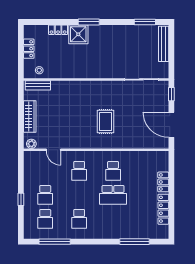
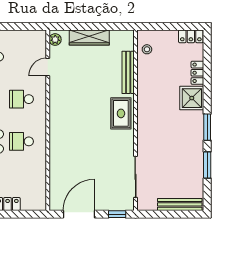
window: (89, 22) -> (207, 127), moved
window: (145, 22) -> (207, 165), moved
locker: (29, 49) -> (191, 36), moved
bench: (38, 85) -> (128, 72), moved, width x1.36
rug: (106, 121) -> (121, 113), moved, turned 90

